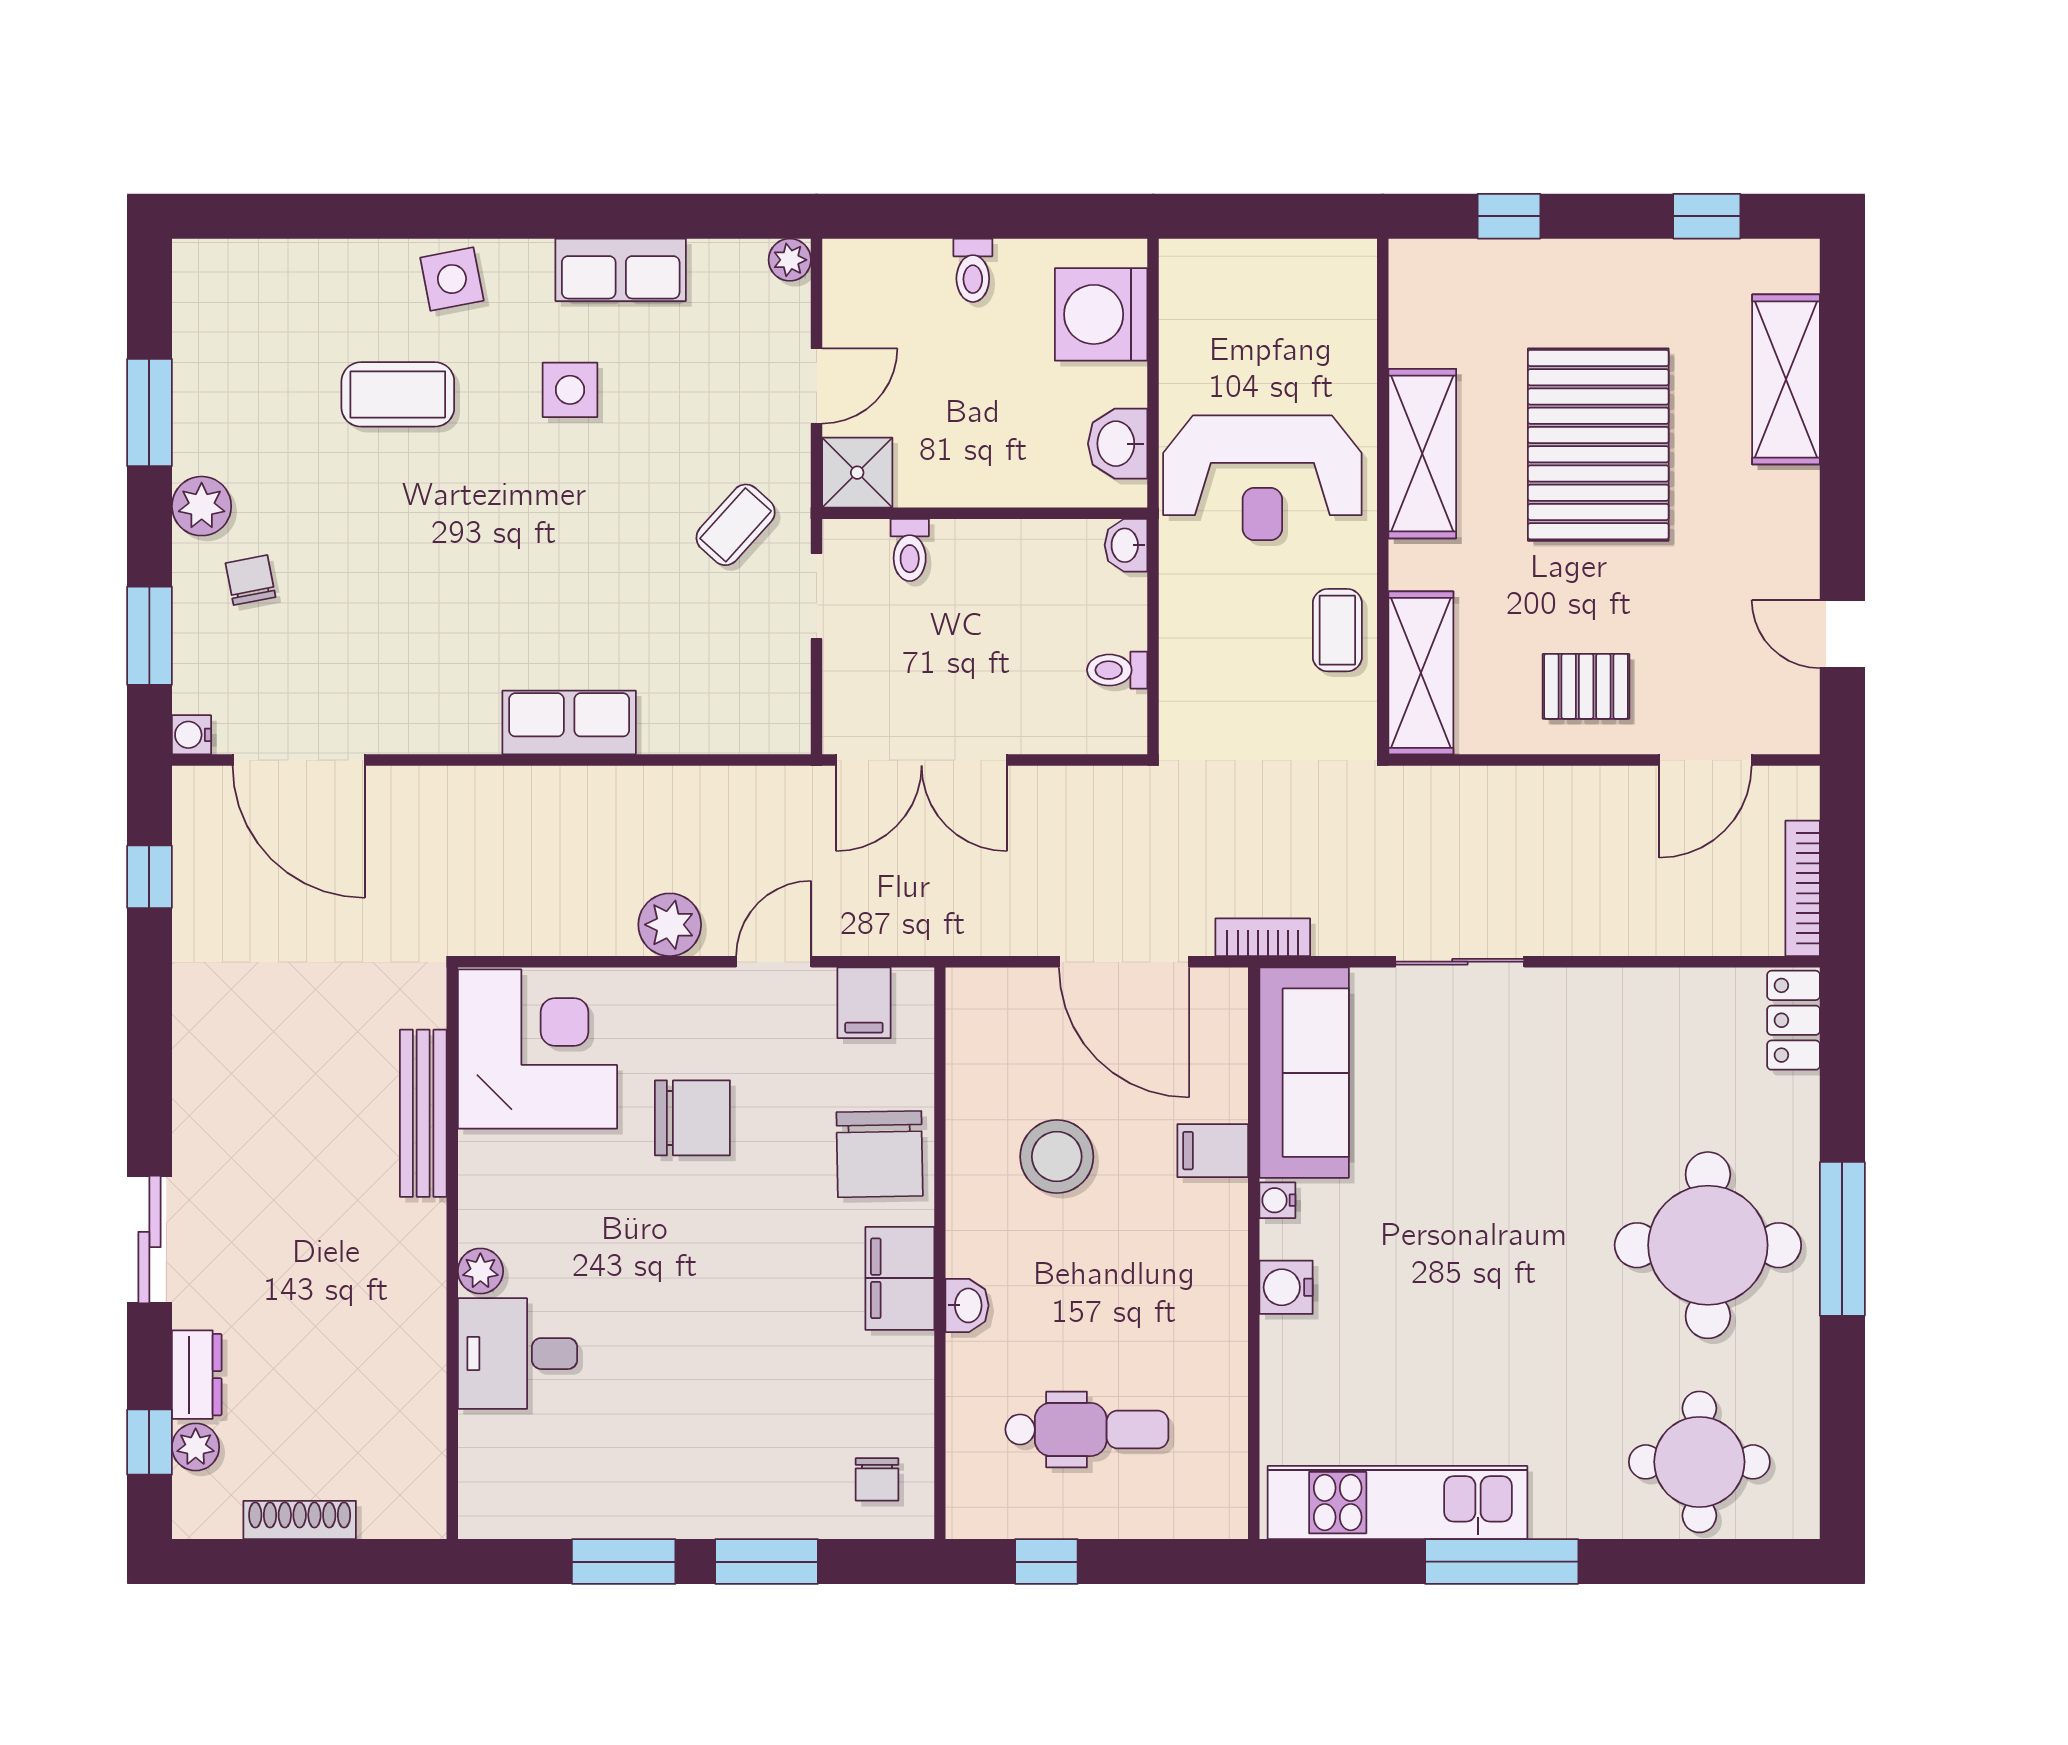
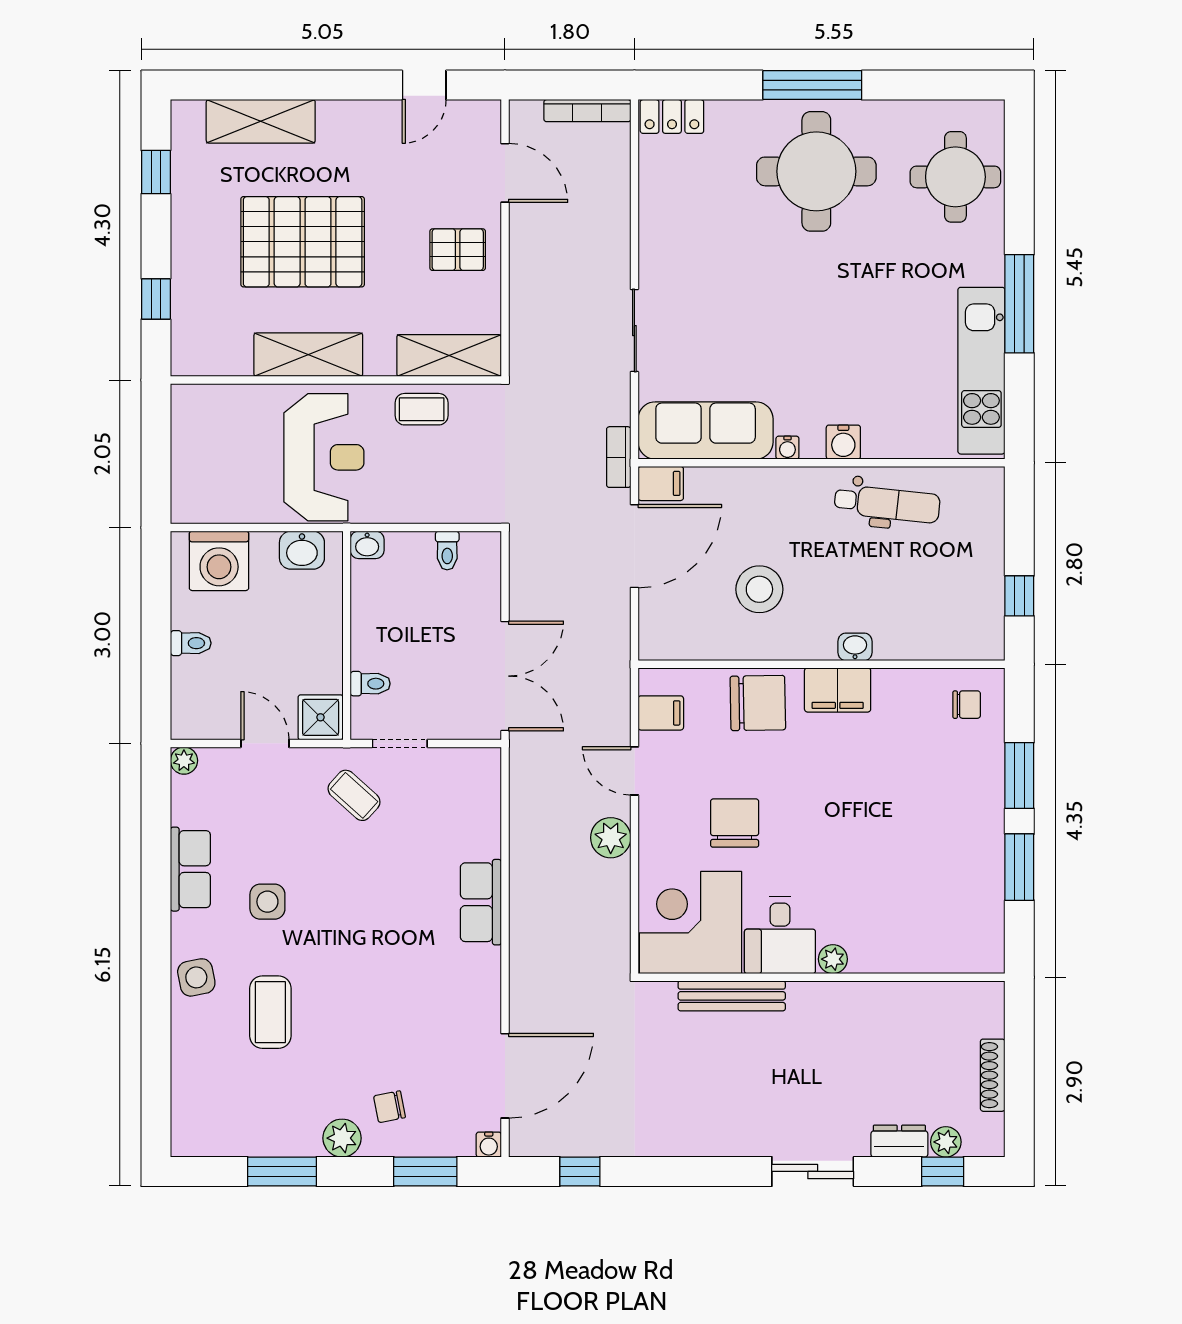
pallet: (1586, 686) -> (458, 250), turned 90
filing cabinet: (1213, 1151) -> (661, 483), moved, turned -90
desk: (518, 1354) -> (780, 935), moved
dental chair: (1087, 1429) -> (887, 504), moved, turned 96

